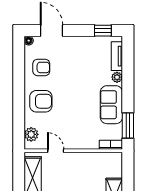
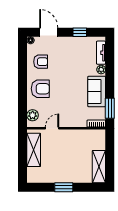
window: (103, 31) -> (80, 32), moved
door: (56, 151) -> (52, 128), hinge flipped

